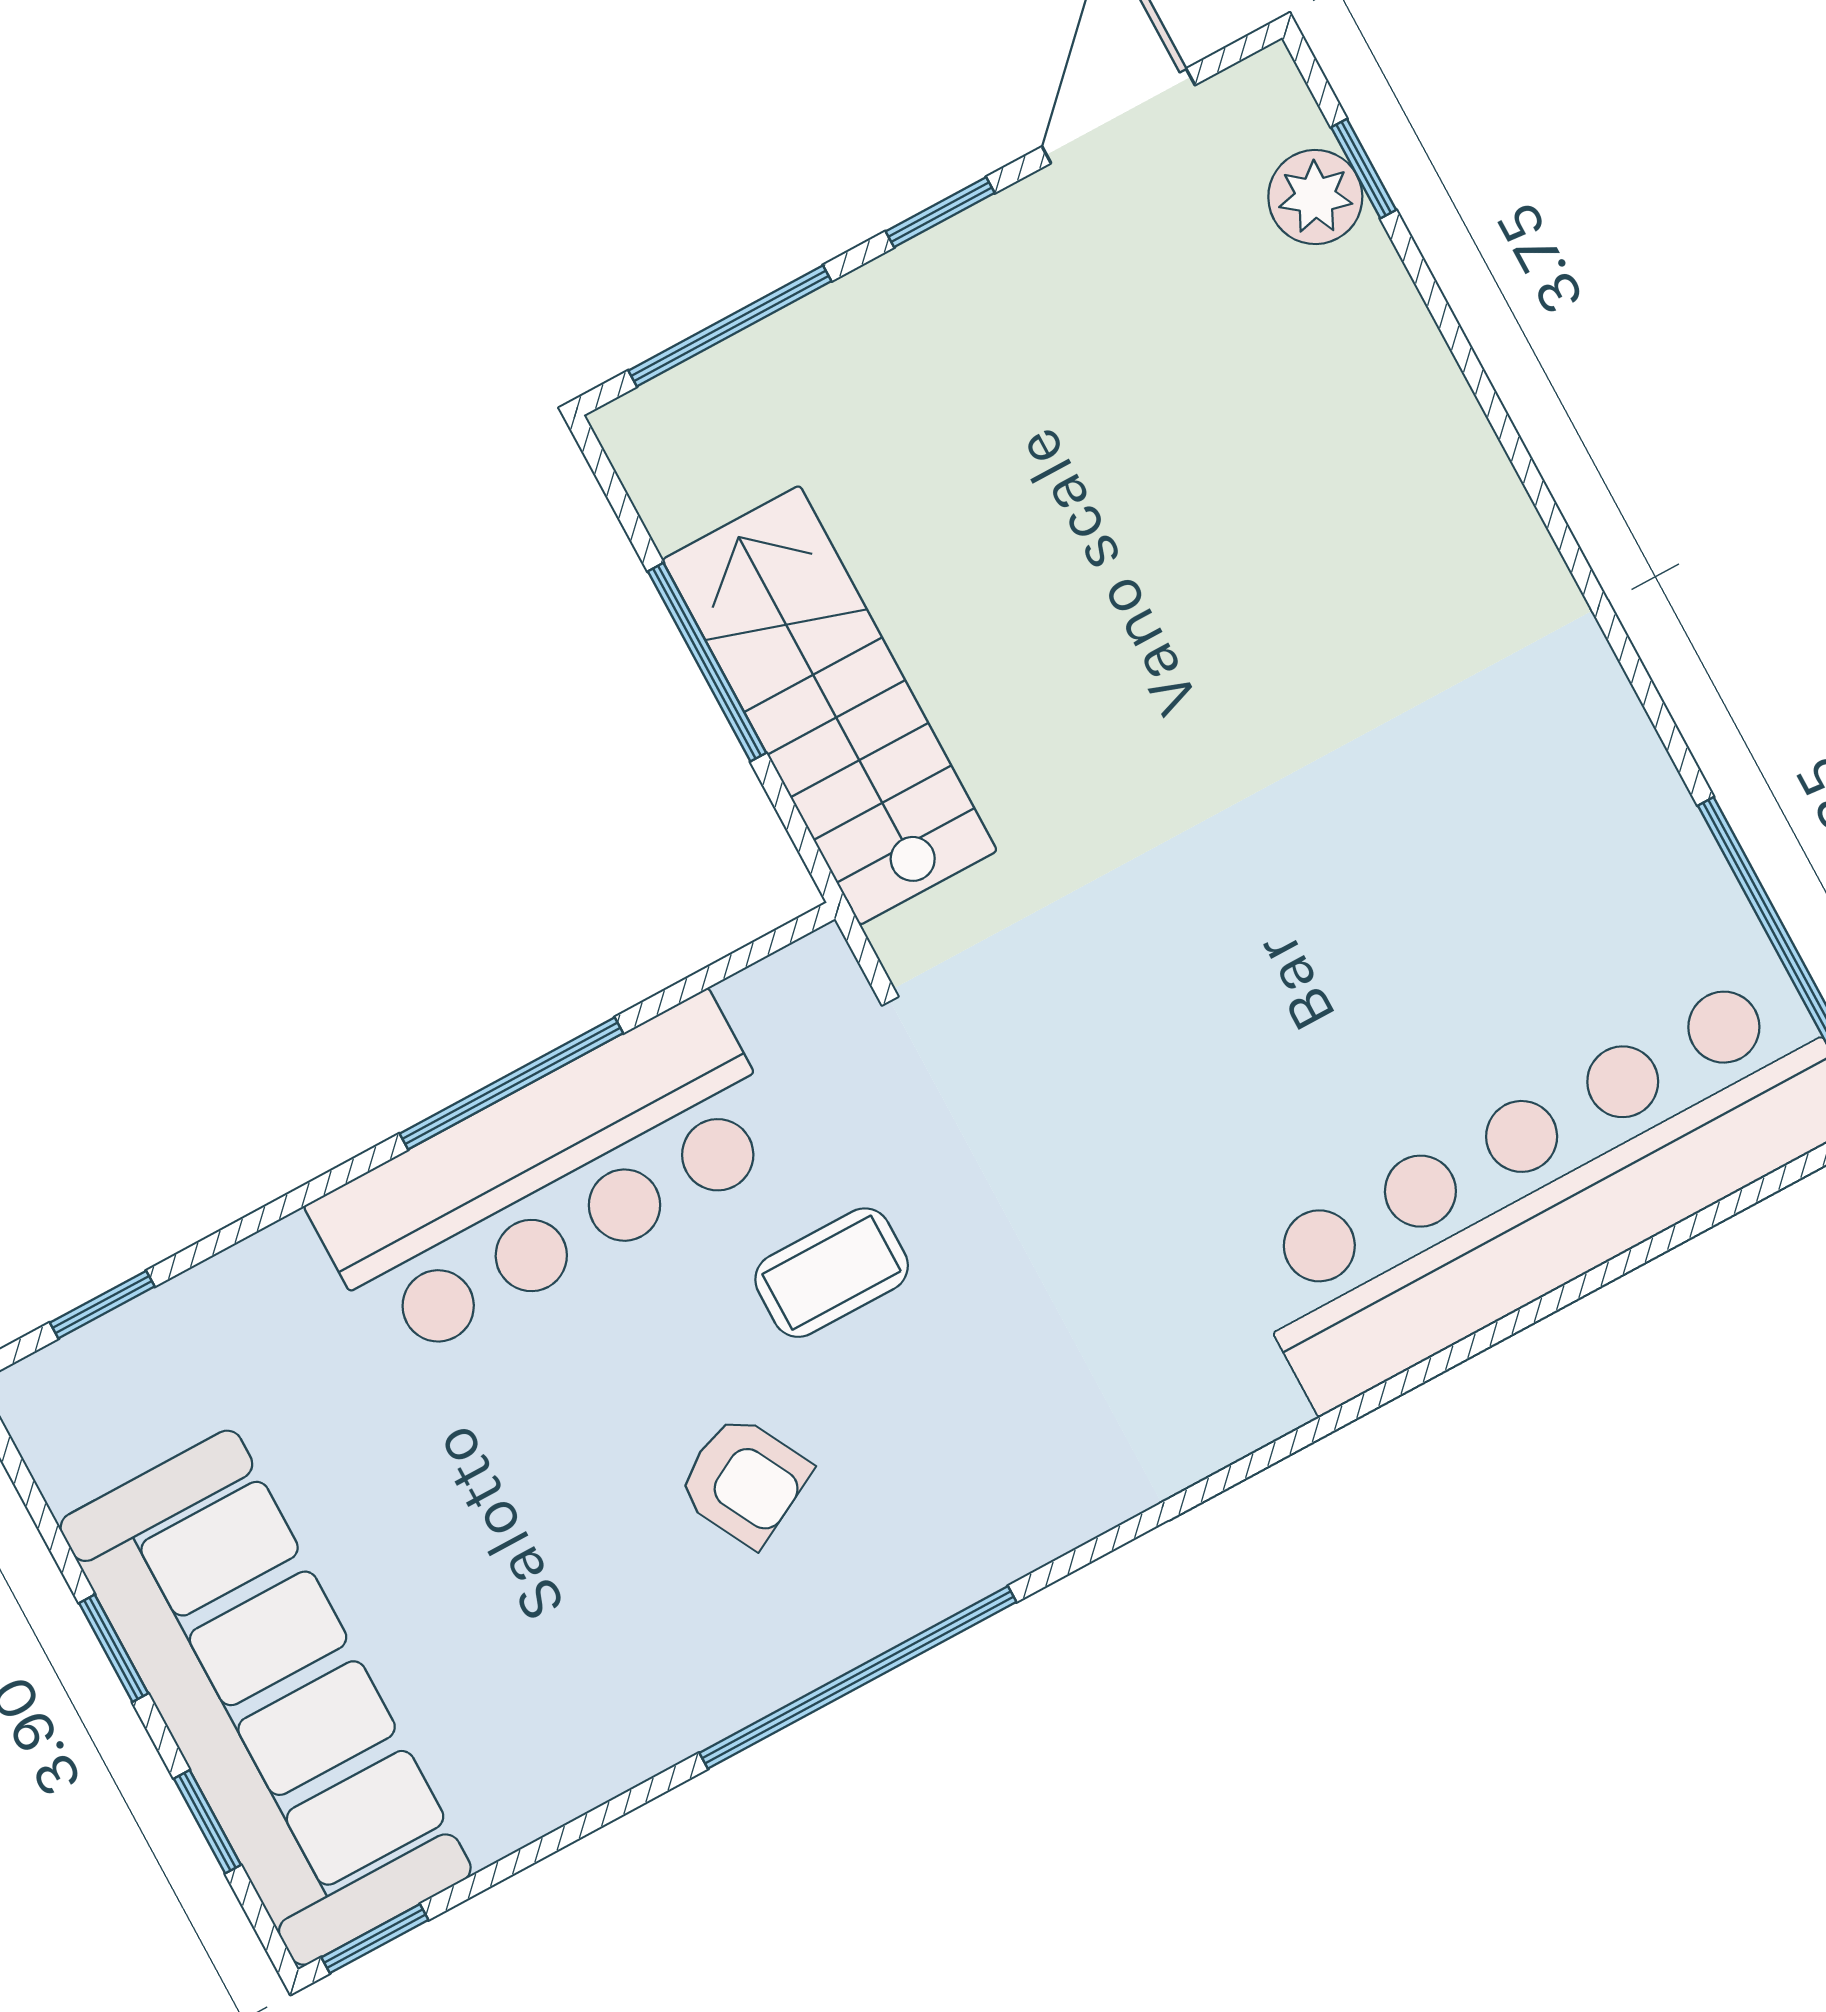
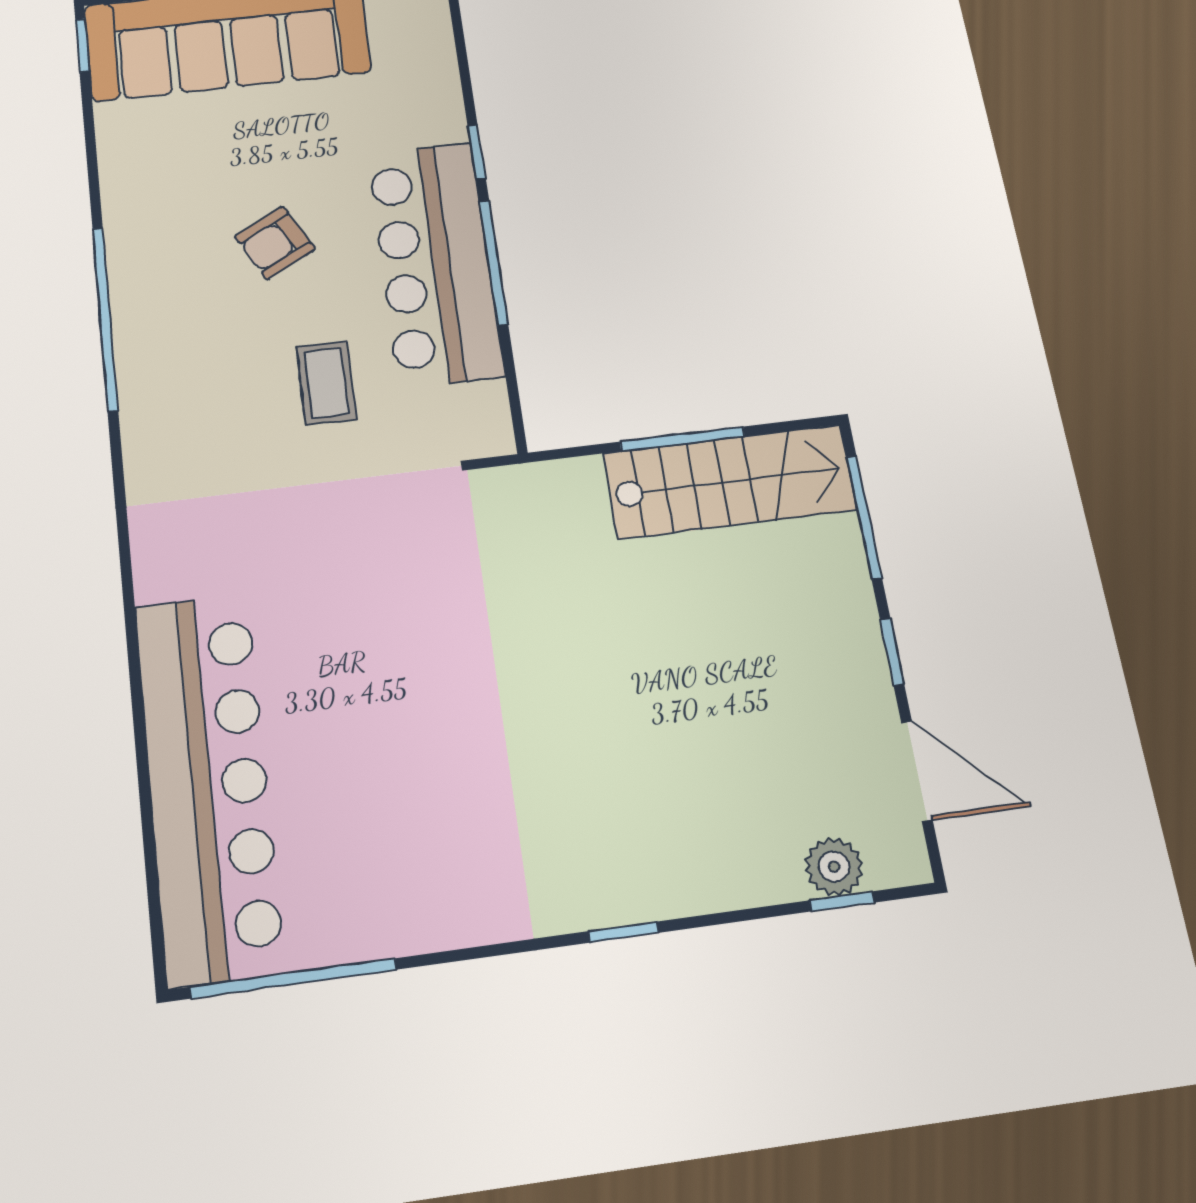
window: (1533, 481) -> (623, 932), added
stairs: (830, 705) -> (730, 482), moved
window: (102, 1305) -> (477, 152), moved
armchair: (744, 1481) -> (275, 243), moved

